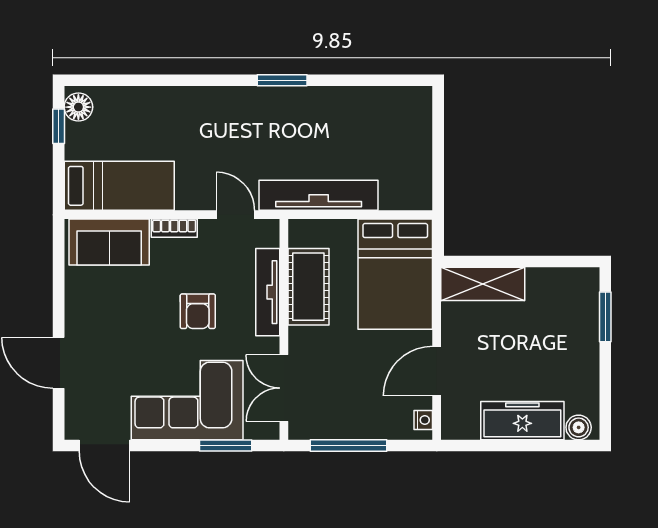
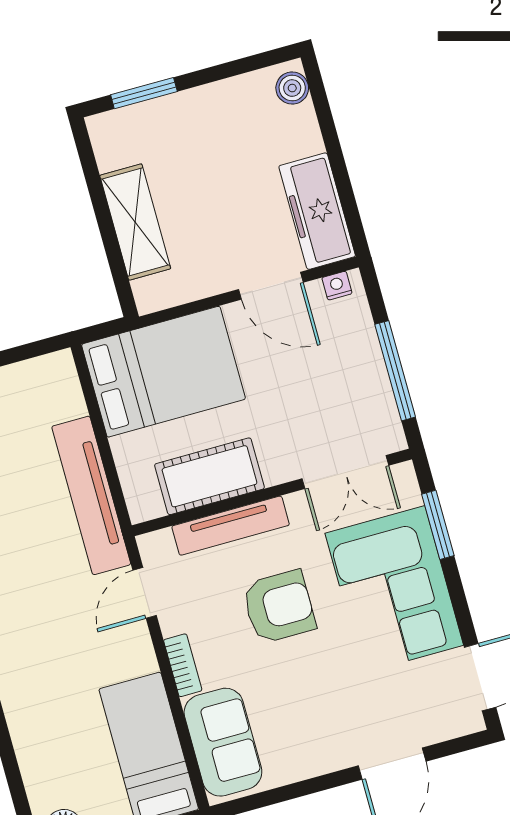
shelving: (483, 284) -> (135, 222), moved
armchair: (198, 311) -> (279, 607), width x1.38, depth x1.38
freezer: (522, 421) -> (317, 211), moved

